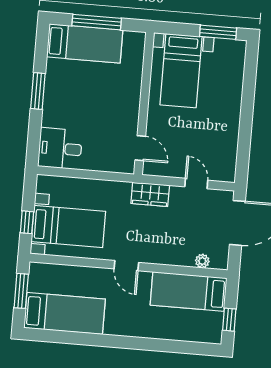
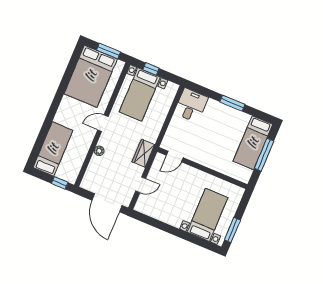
bed with nightstands: (181, 71) -> (207, 215), moved, turned 90
plant: (202, 261) -> (99, 151), moved
bed: (189, 292) -> (53, 149), moved
bed: (65, 313) -> (91, 76), width x1.50
window: (229, 320) -> (60, 183), moved

